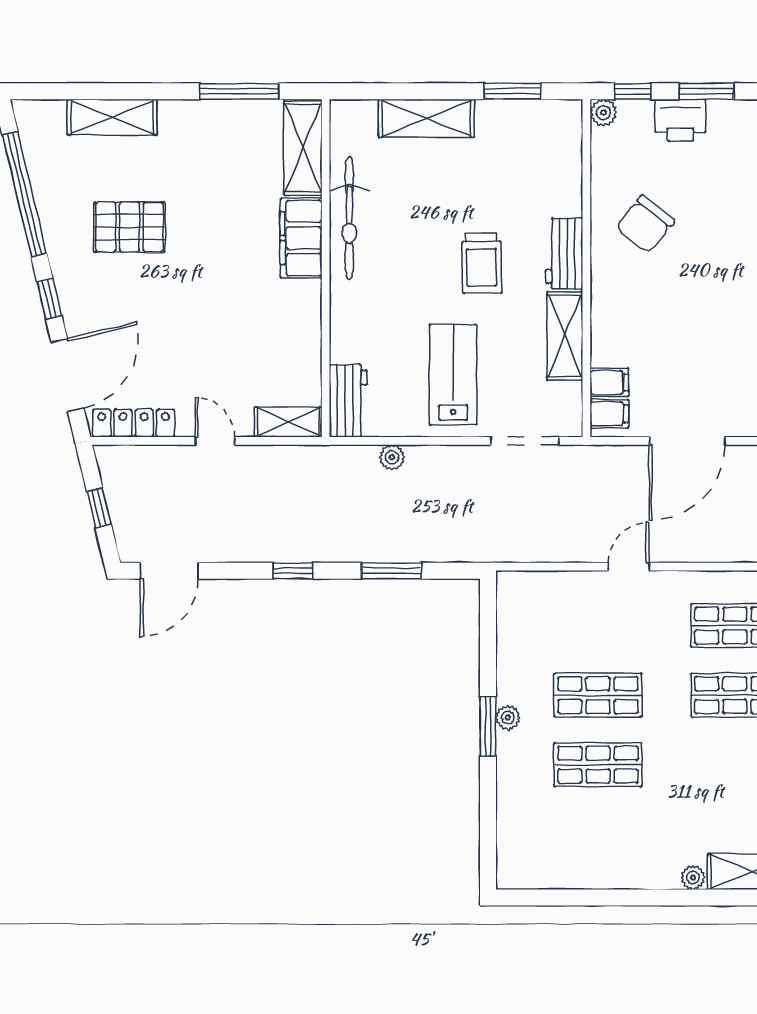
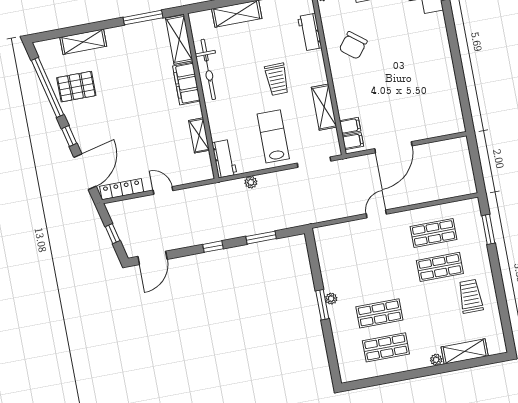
pallet: (129, 227) -> (76, 87), moved
workbench: (564, 254) -> (310, 32), moved
shelving: (288, 422) -> (199, 135), moved, turned 90
shop shelf: (598, 695) -> (386, 347), moved

